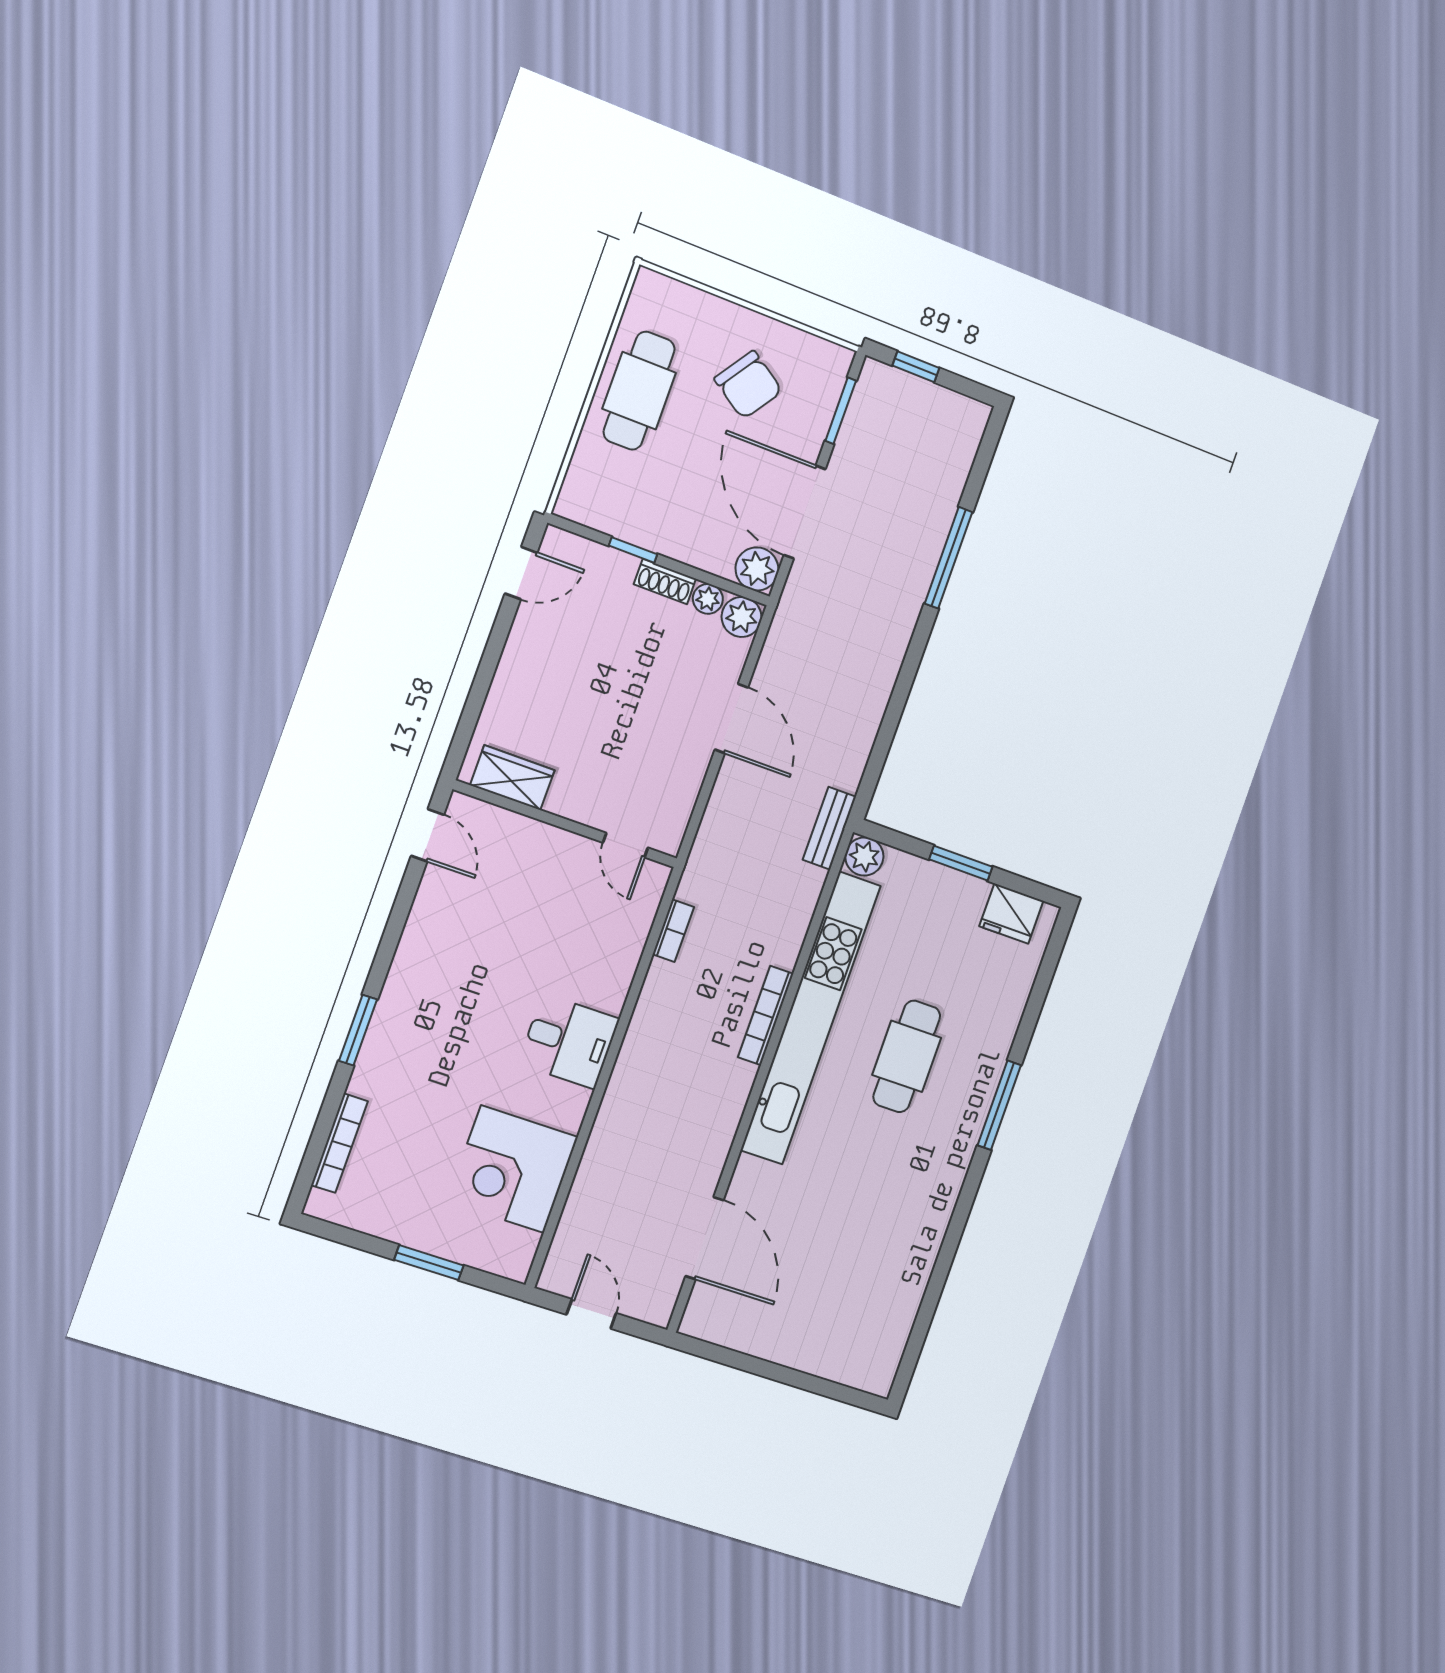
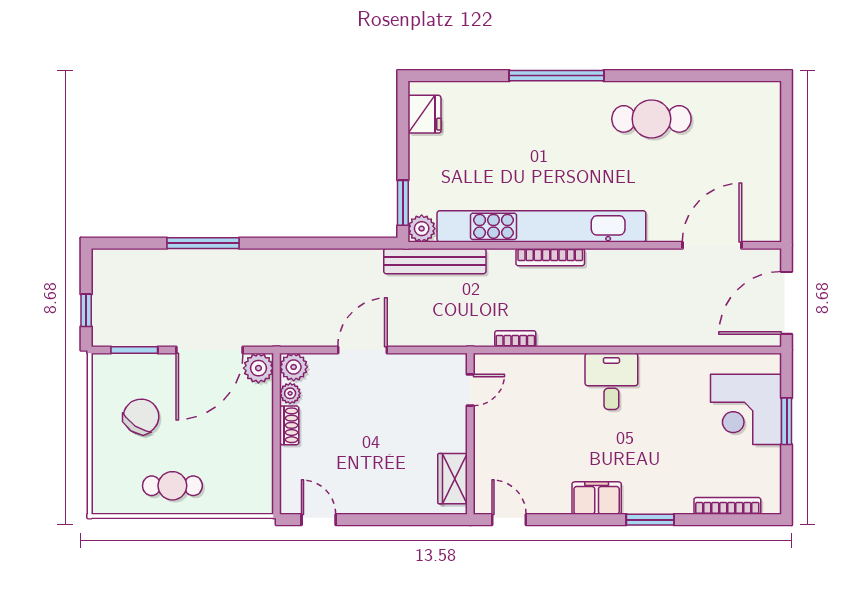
cafe table: (639, 391) -> (172, 486), width x0.73, depth x0.74
window: (633, 550) -> (277, 453), removed
bench: (829, 828) -> (435, 261), width x1.86, depth x1.21
door: (428, 835) -> (509, 520), hinge flipped
window: (961, 863) -> (403, 203), moved
filing cabinet: (415, 966) -> (597, 498), added
cafe table: (907, 1056) -> (651, 119), moved
window: (999, 1105) -> (556, 76), width x1.46
corner desk: (513, 1169) -> (746, 409), moved, turned 90
door: (591, 1314) -> (787, 303), width x1.87

